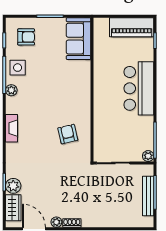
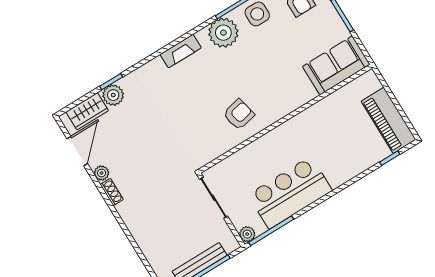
bar counter: (139, 88) -> (290, 193), moved
plant: (11, 90) -> (223, 33), width x1.88, depth x1.88
armchair: (68, 134) -> (239, 114), moved

